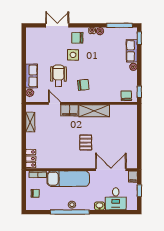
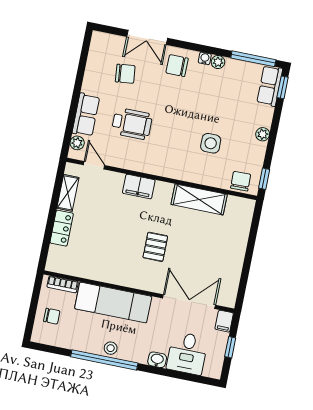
double door: (57, 25) -> (147, 37), swing flipped
row of seats: (132, 51) -> (270, 86), moved
side table: (73, 55) -> (211, 143), moved
wheelchair: (58, 76) -> (132, 124), turned 90
chair: (83, 85) -> (125, 74), moved
door: (55, 103) -> (94, 165), moved
shelving: (94, 111) -> (199, 199), moved
locker: (31, 159) -> (62, 228), moved

